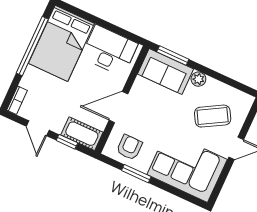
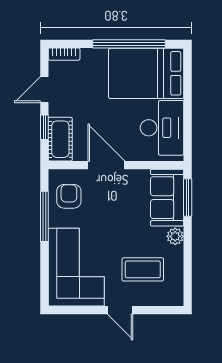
coffee table: (213, 116) -> (143, 269), turned -60
armchair: (129, 147) -> (69, 196), turned -90
window: (136, 174) -> (44, 216), width x1.44

